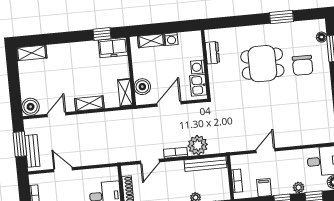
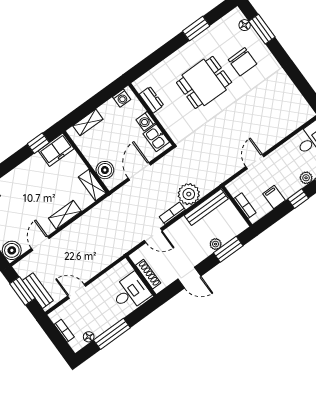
washing machine: (171, 39) -> (122, 98), moved
door: (150, 161) -> (153, 236), hinge flipped

